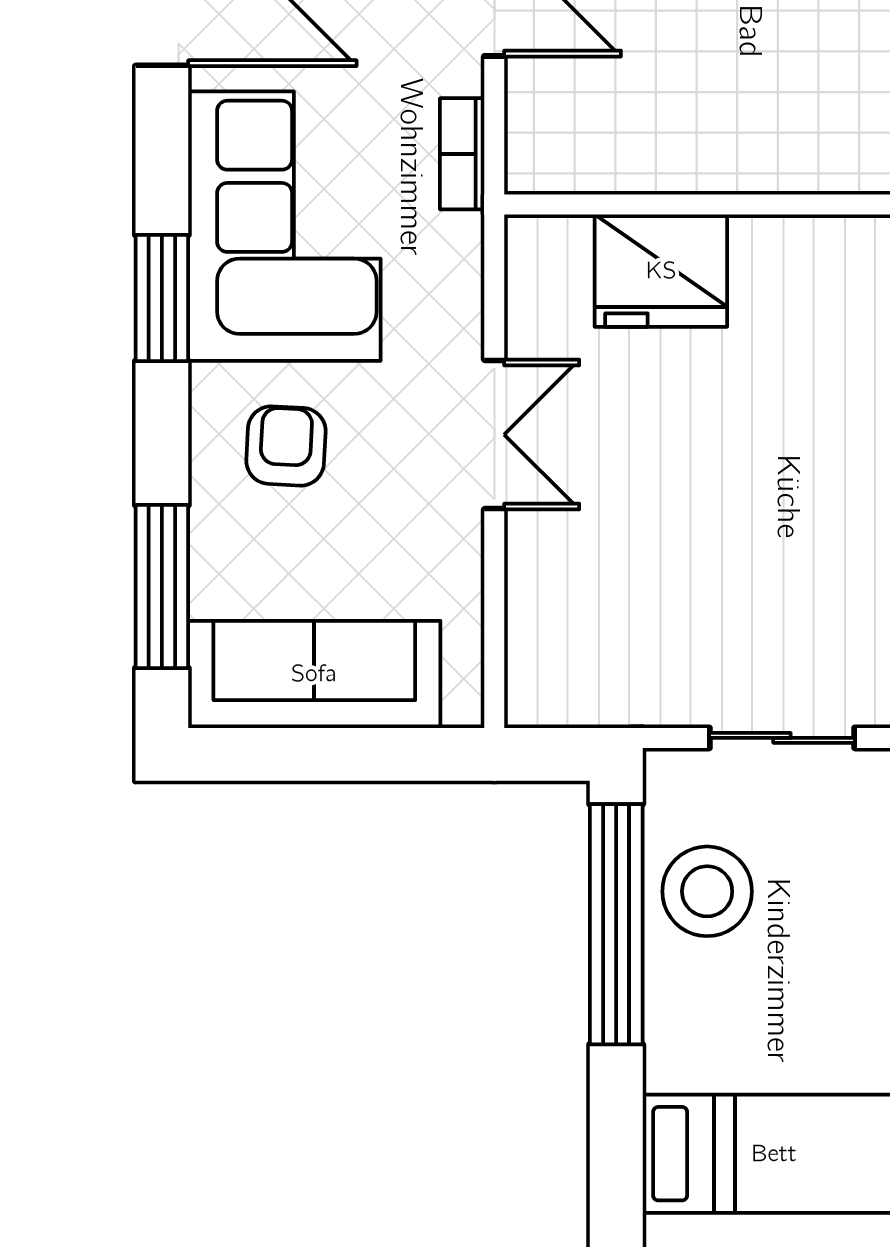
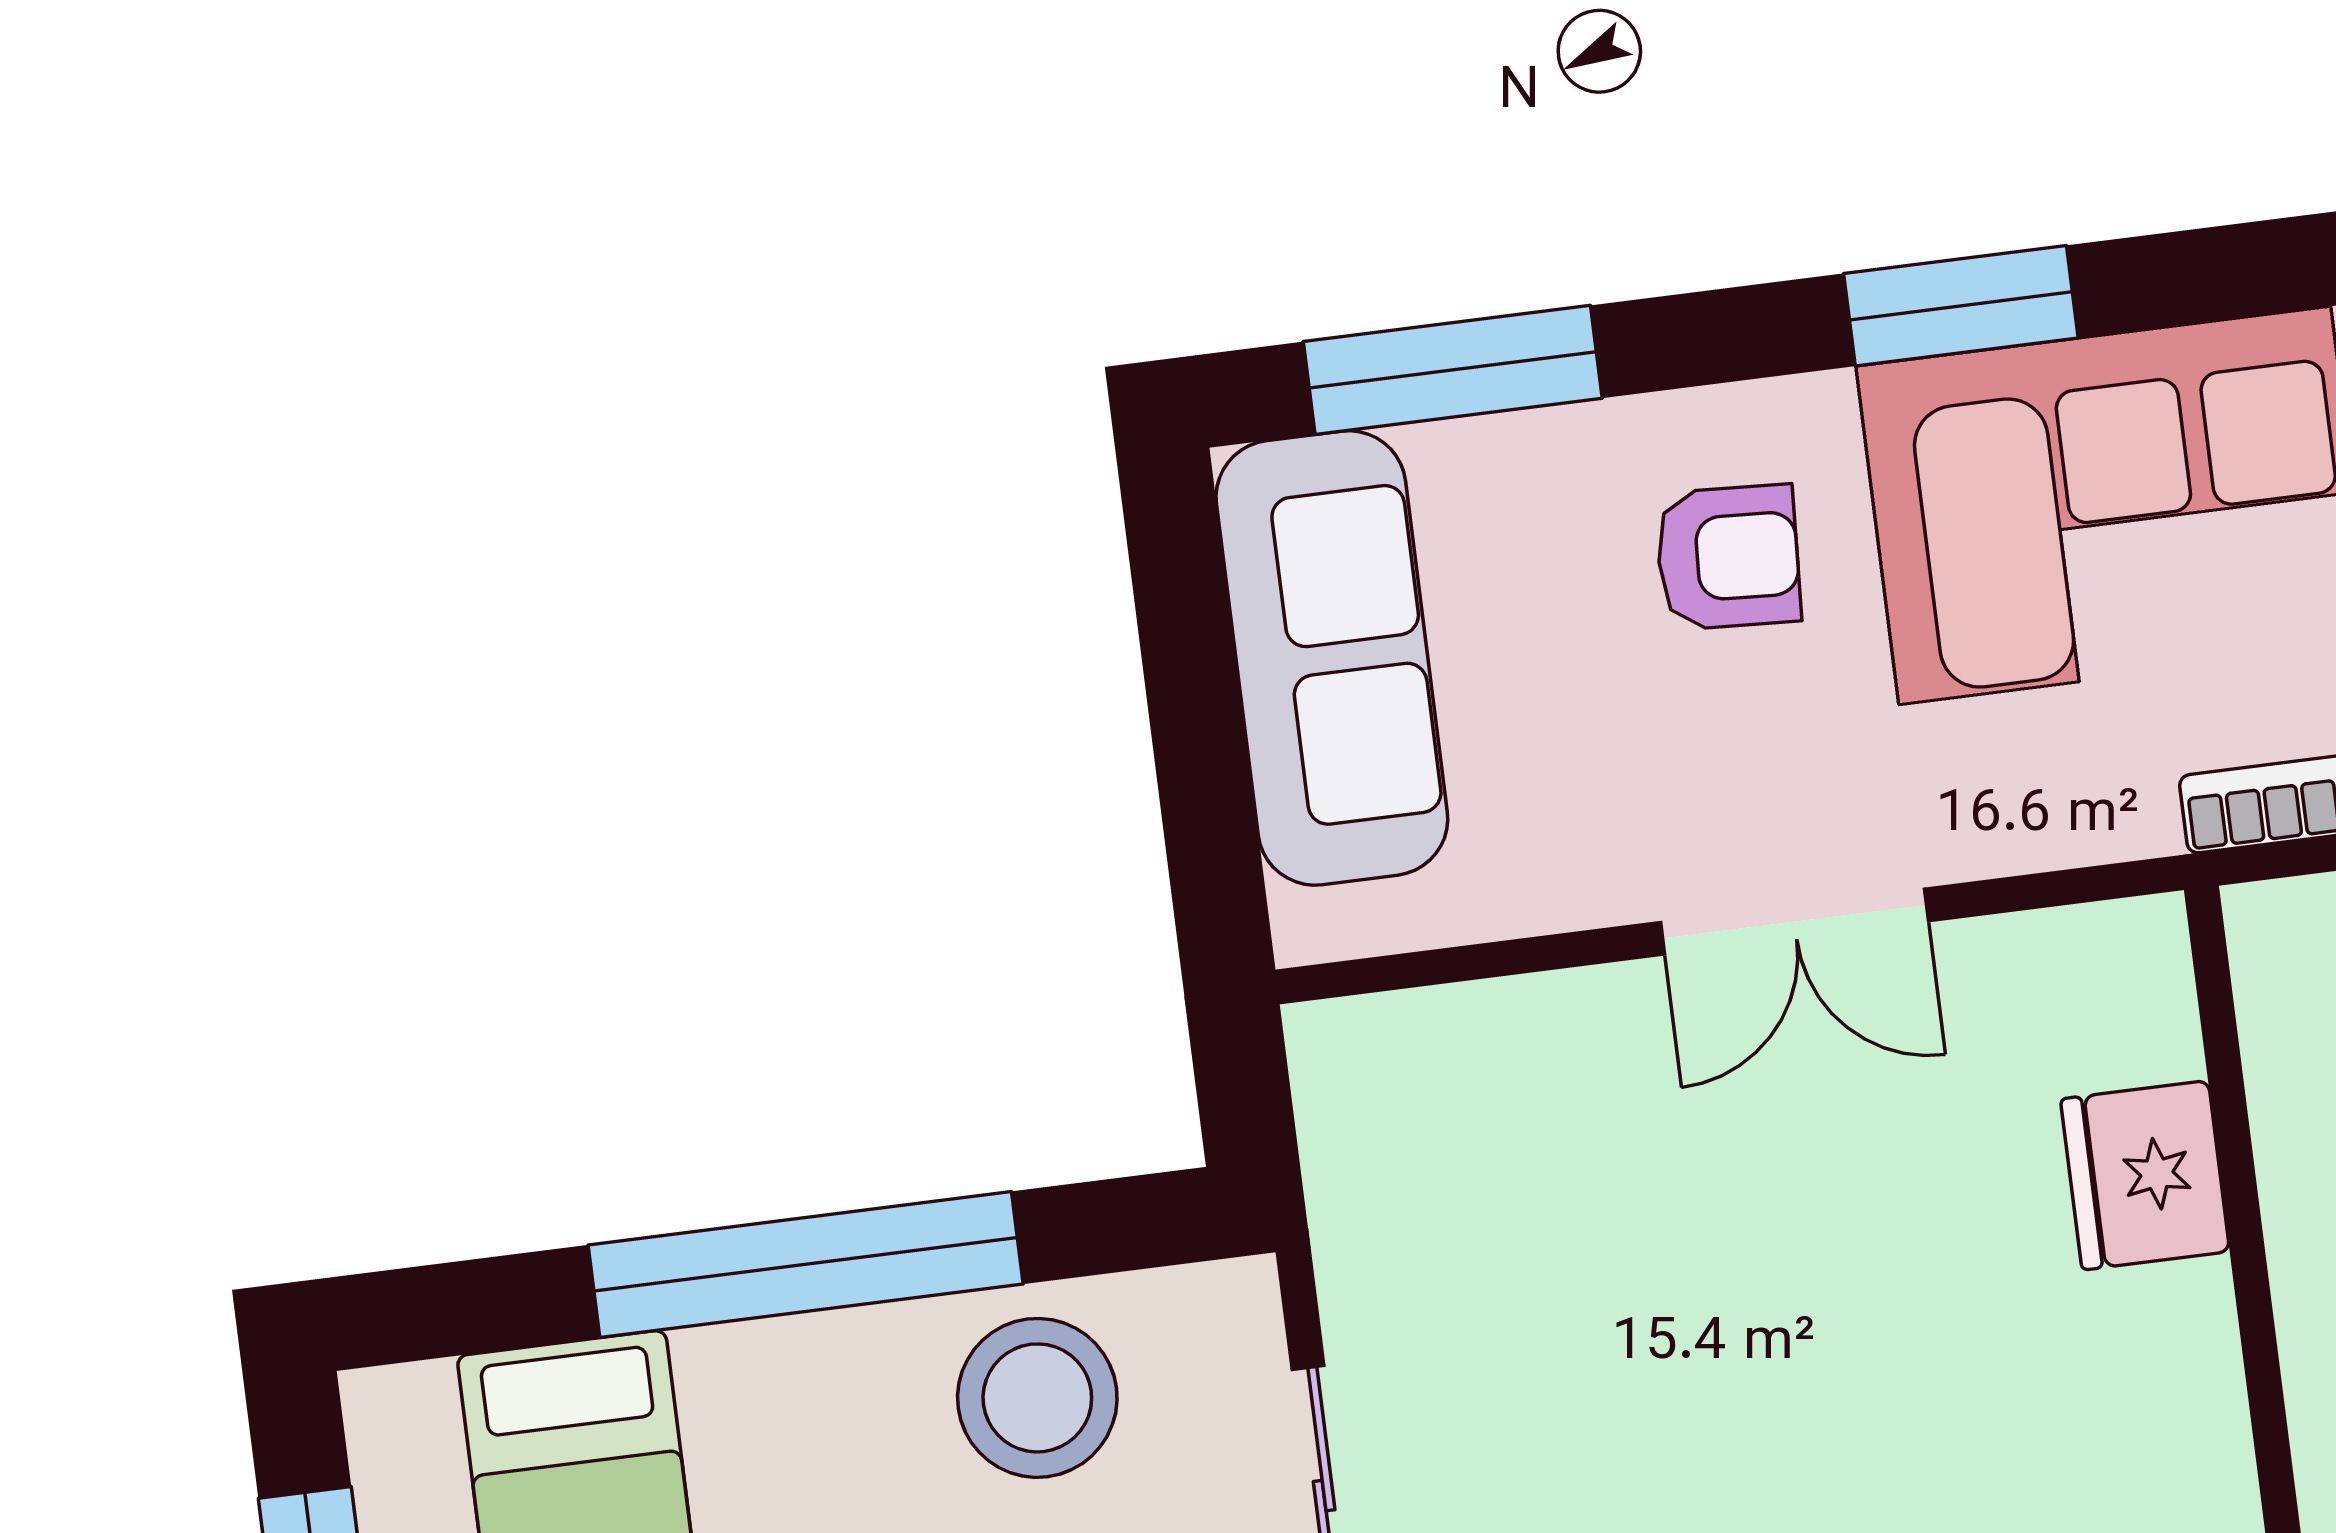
fridge: (661, 271) -> (2145, 1175), width x0.73, depth x0.75
window: (616, 924) -> (806, 1264), moved

